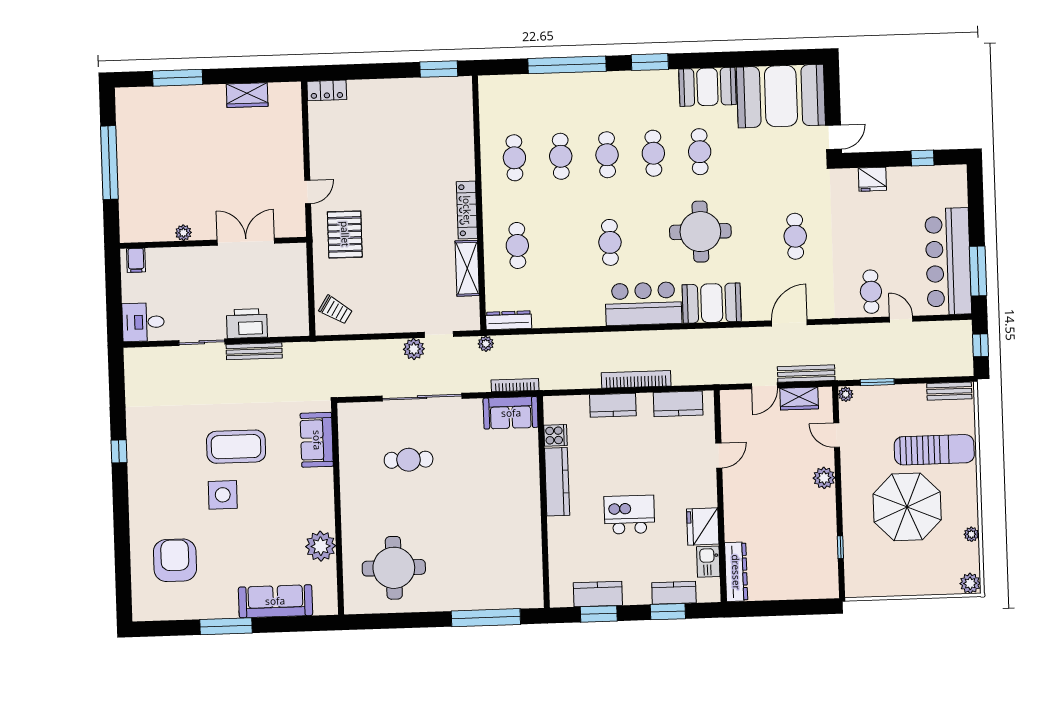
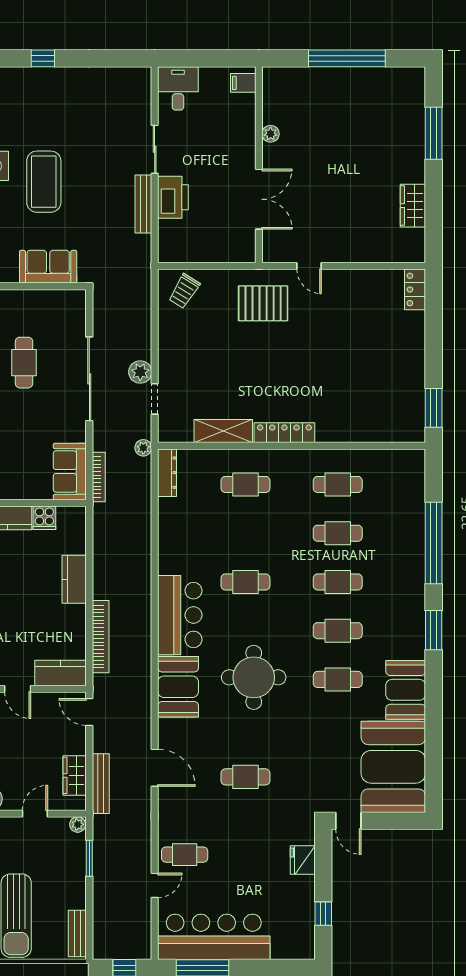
bookcase: (636, 379) -> (101, 637), moved
door: (764, 386) -> (89, 712), moved
kitchen counter: (678, 404) -> (61, 673), moved, turned 90

